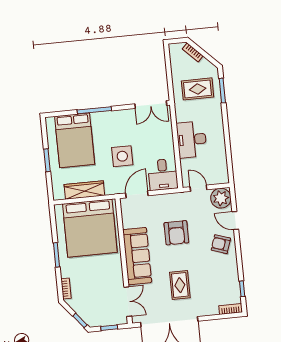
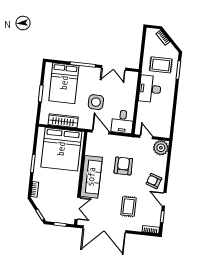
double door: (151, 105) -> (114, 68), moved
desk: (192, 140) -> (150, 89), moved
door: (137, 194) -> (101, 132), hinge flipped
door: (235, 220) -> (164, 199), moved
armchair: (176, 233) -> (123, 166), turned 180
rug: (180, 285) -> (129, 206), moved

